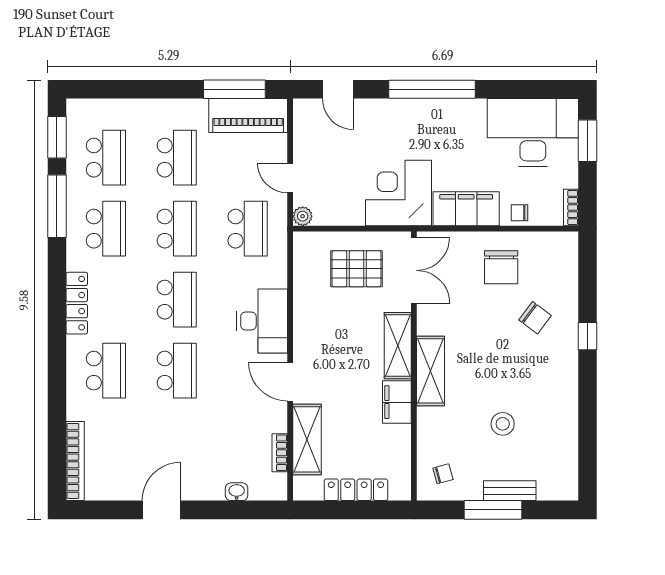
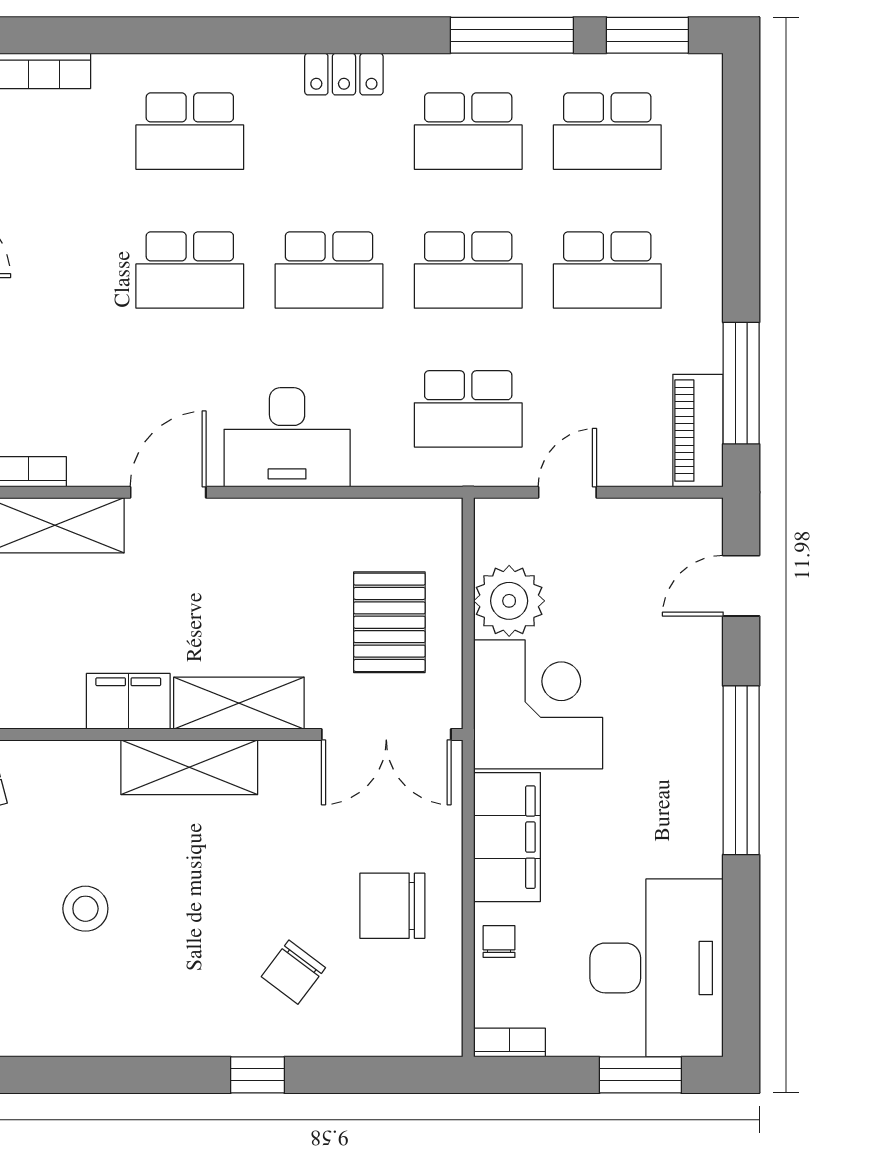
piano: (248, 116) -> (698, 431), width x0.73, depth x0.75
plant: (303, 216) -> (509, 601), moved, width x1.87, depth x1.87
locker: (77, 303) -> (344, 74), width x0.66

